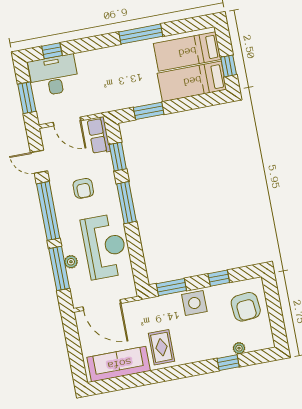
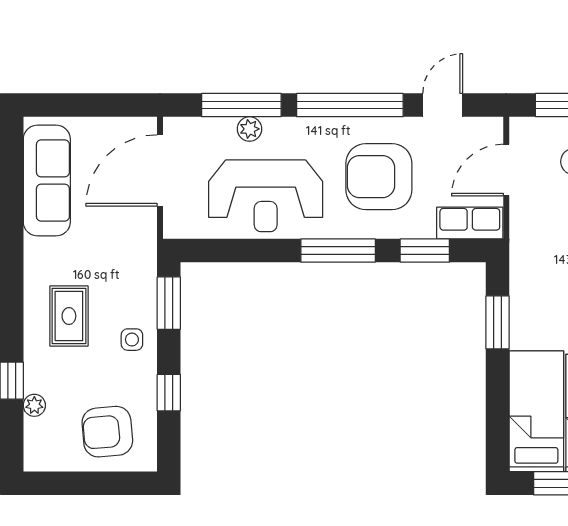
armchair: (83, 188) -> (379, 177), width x1.88, depth x1.88
side table: (194, 303) -> (132, 340), width x0.54, depth x0.54
rug: (161, 347) -> (69, 316), moved, turned 90

